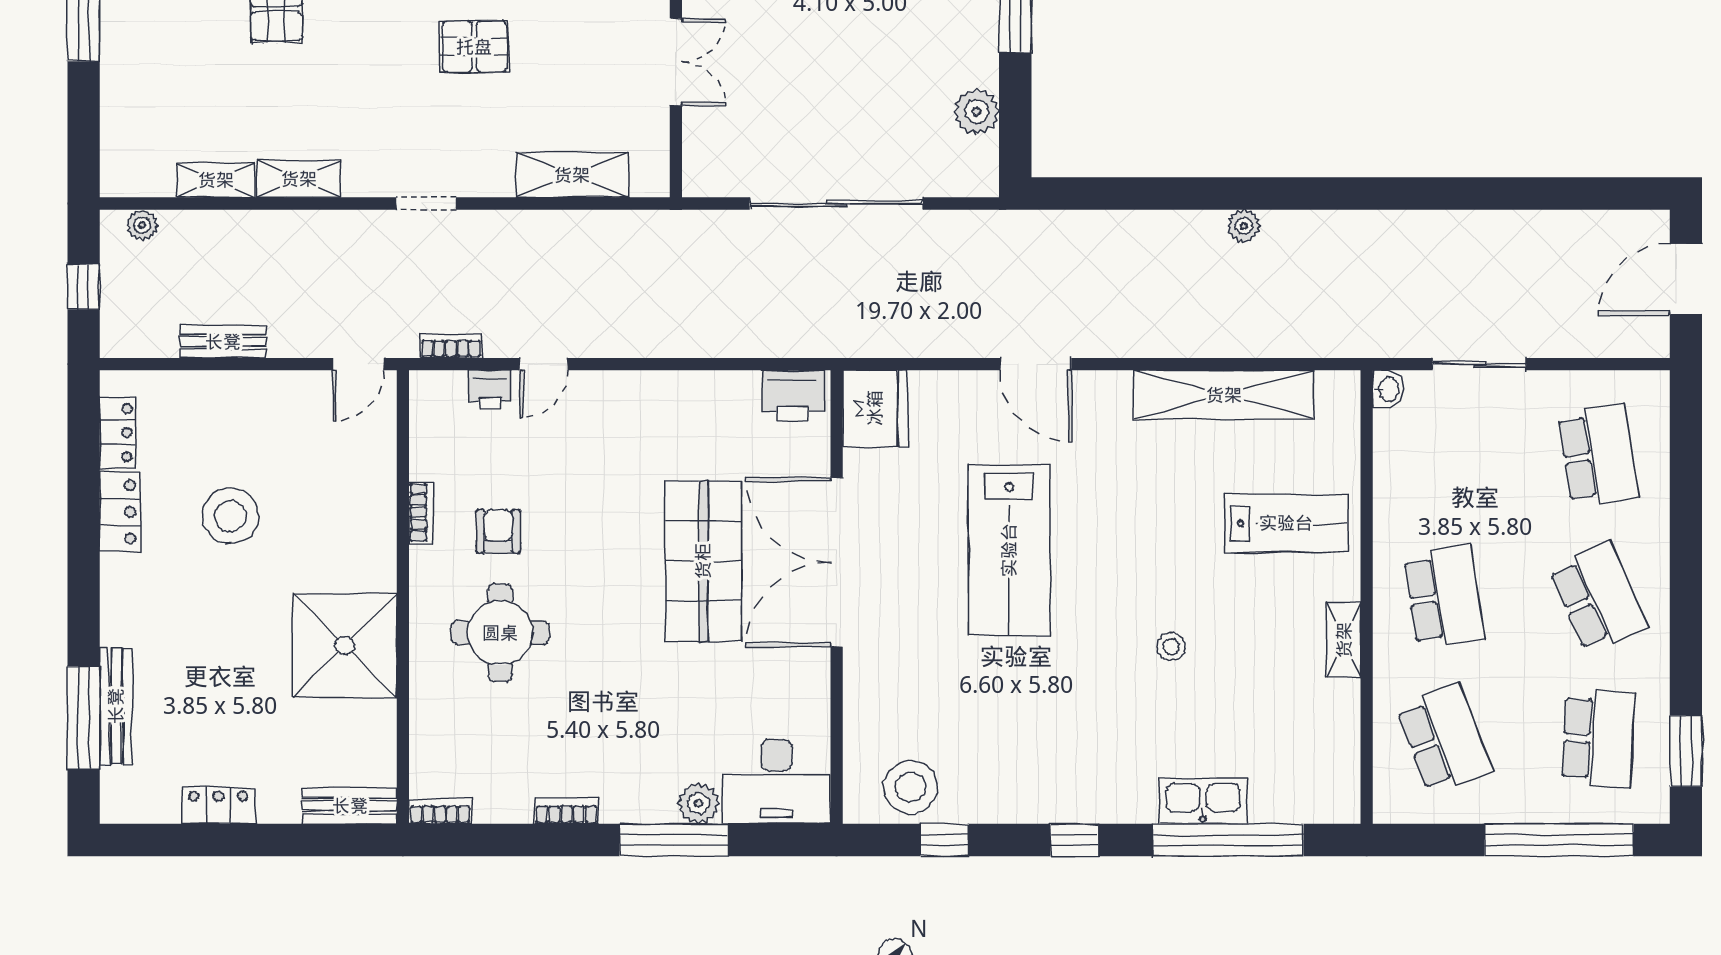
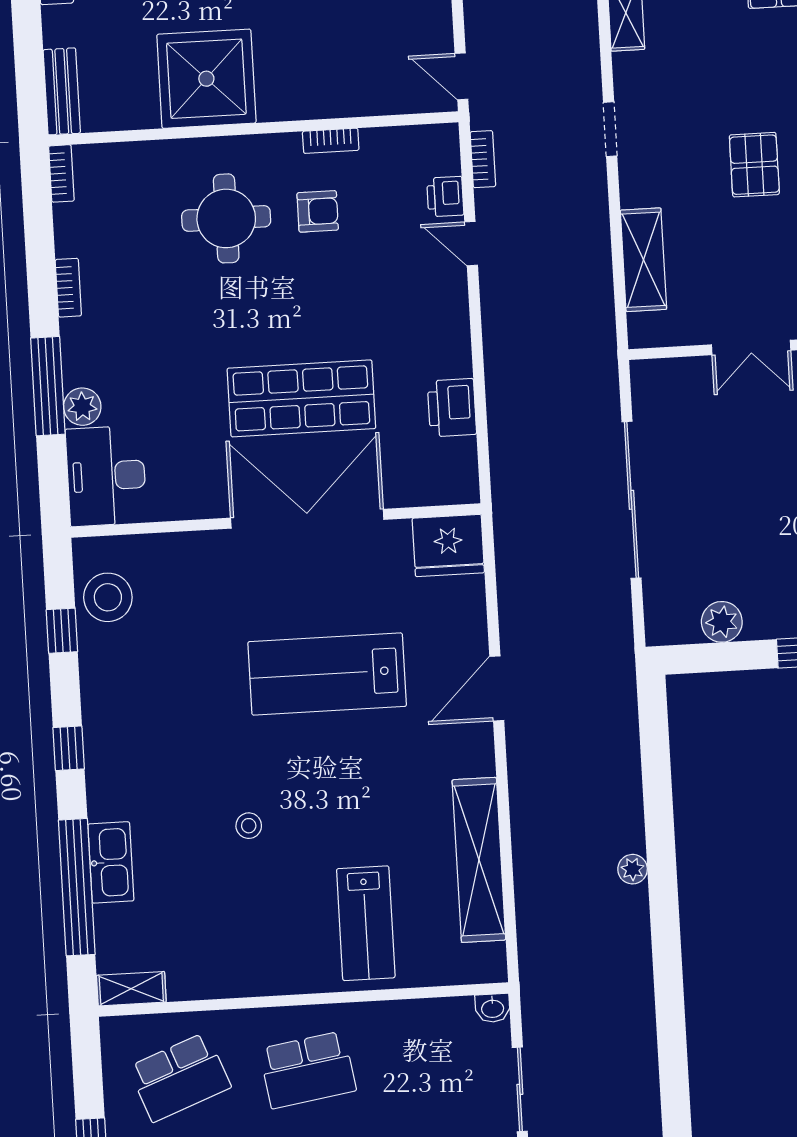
printer: (793, 396) -> (452, 408), moved
shelving: (1344, 640) -> (131, 989), moved

